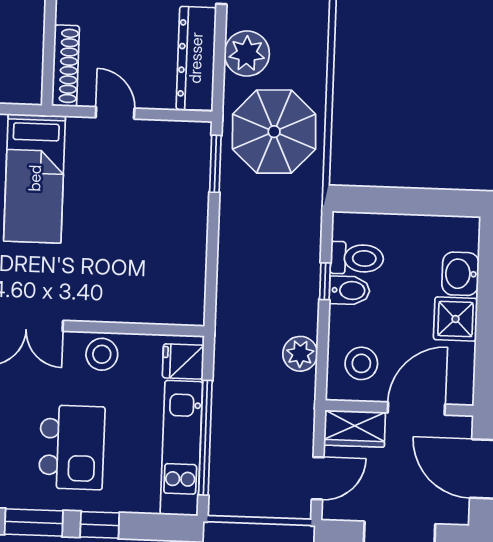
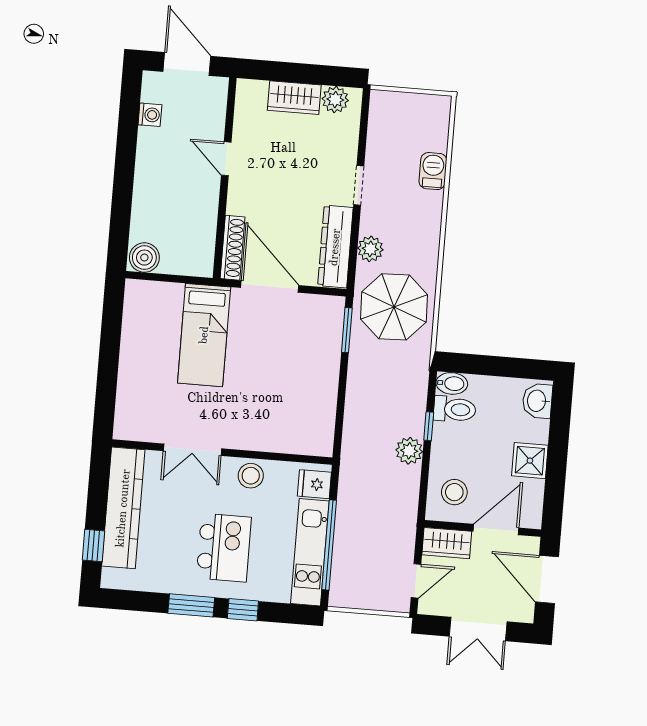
plant: (247, 54) -> (370, 249), width x0.73, depth x0.73
door: (115, 113) -> (270, 286), width x1.87
washbasin: (460, 274) -> (537, 401), moved
bidet: (349, 290) -> (452, 383), moved
plant: (300, 354) -> (409, 451), moved

